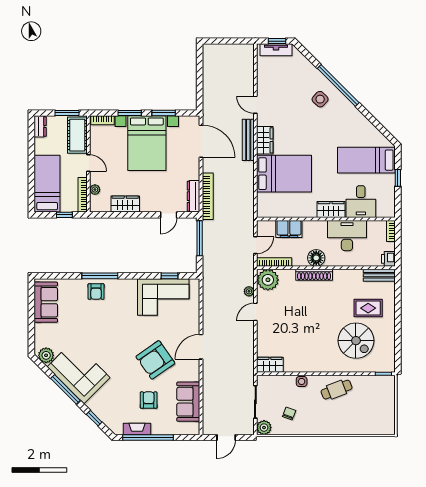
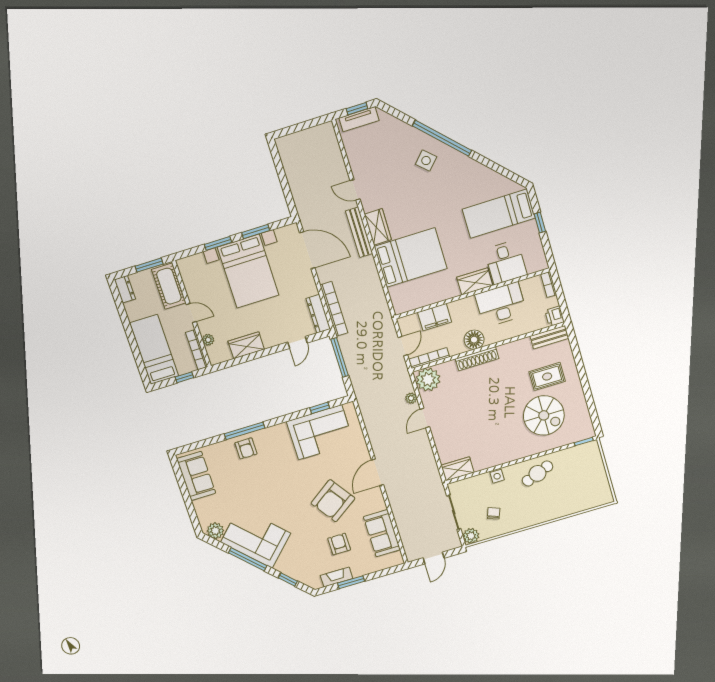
bookcase: (103, 120) -> (191, 261), removed
window: (148, 438) -> (351, 582), width x0.47

